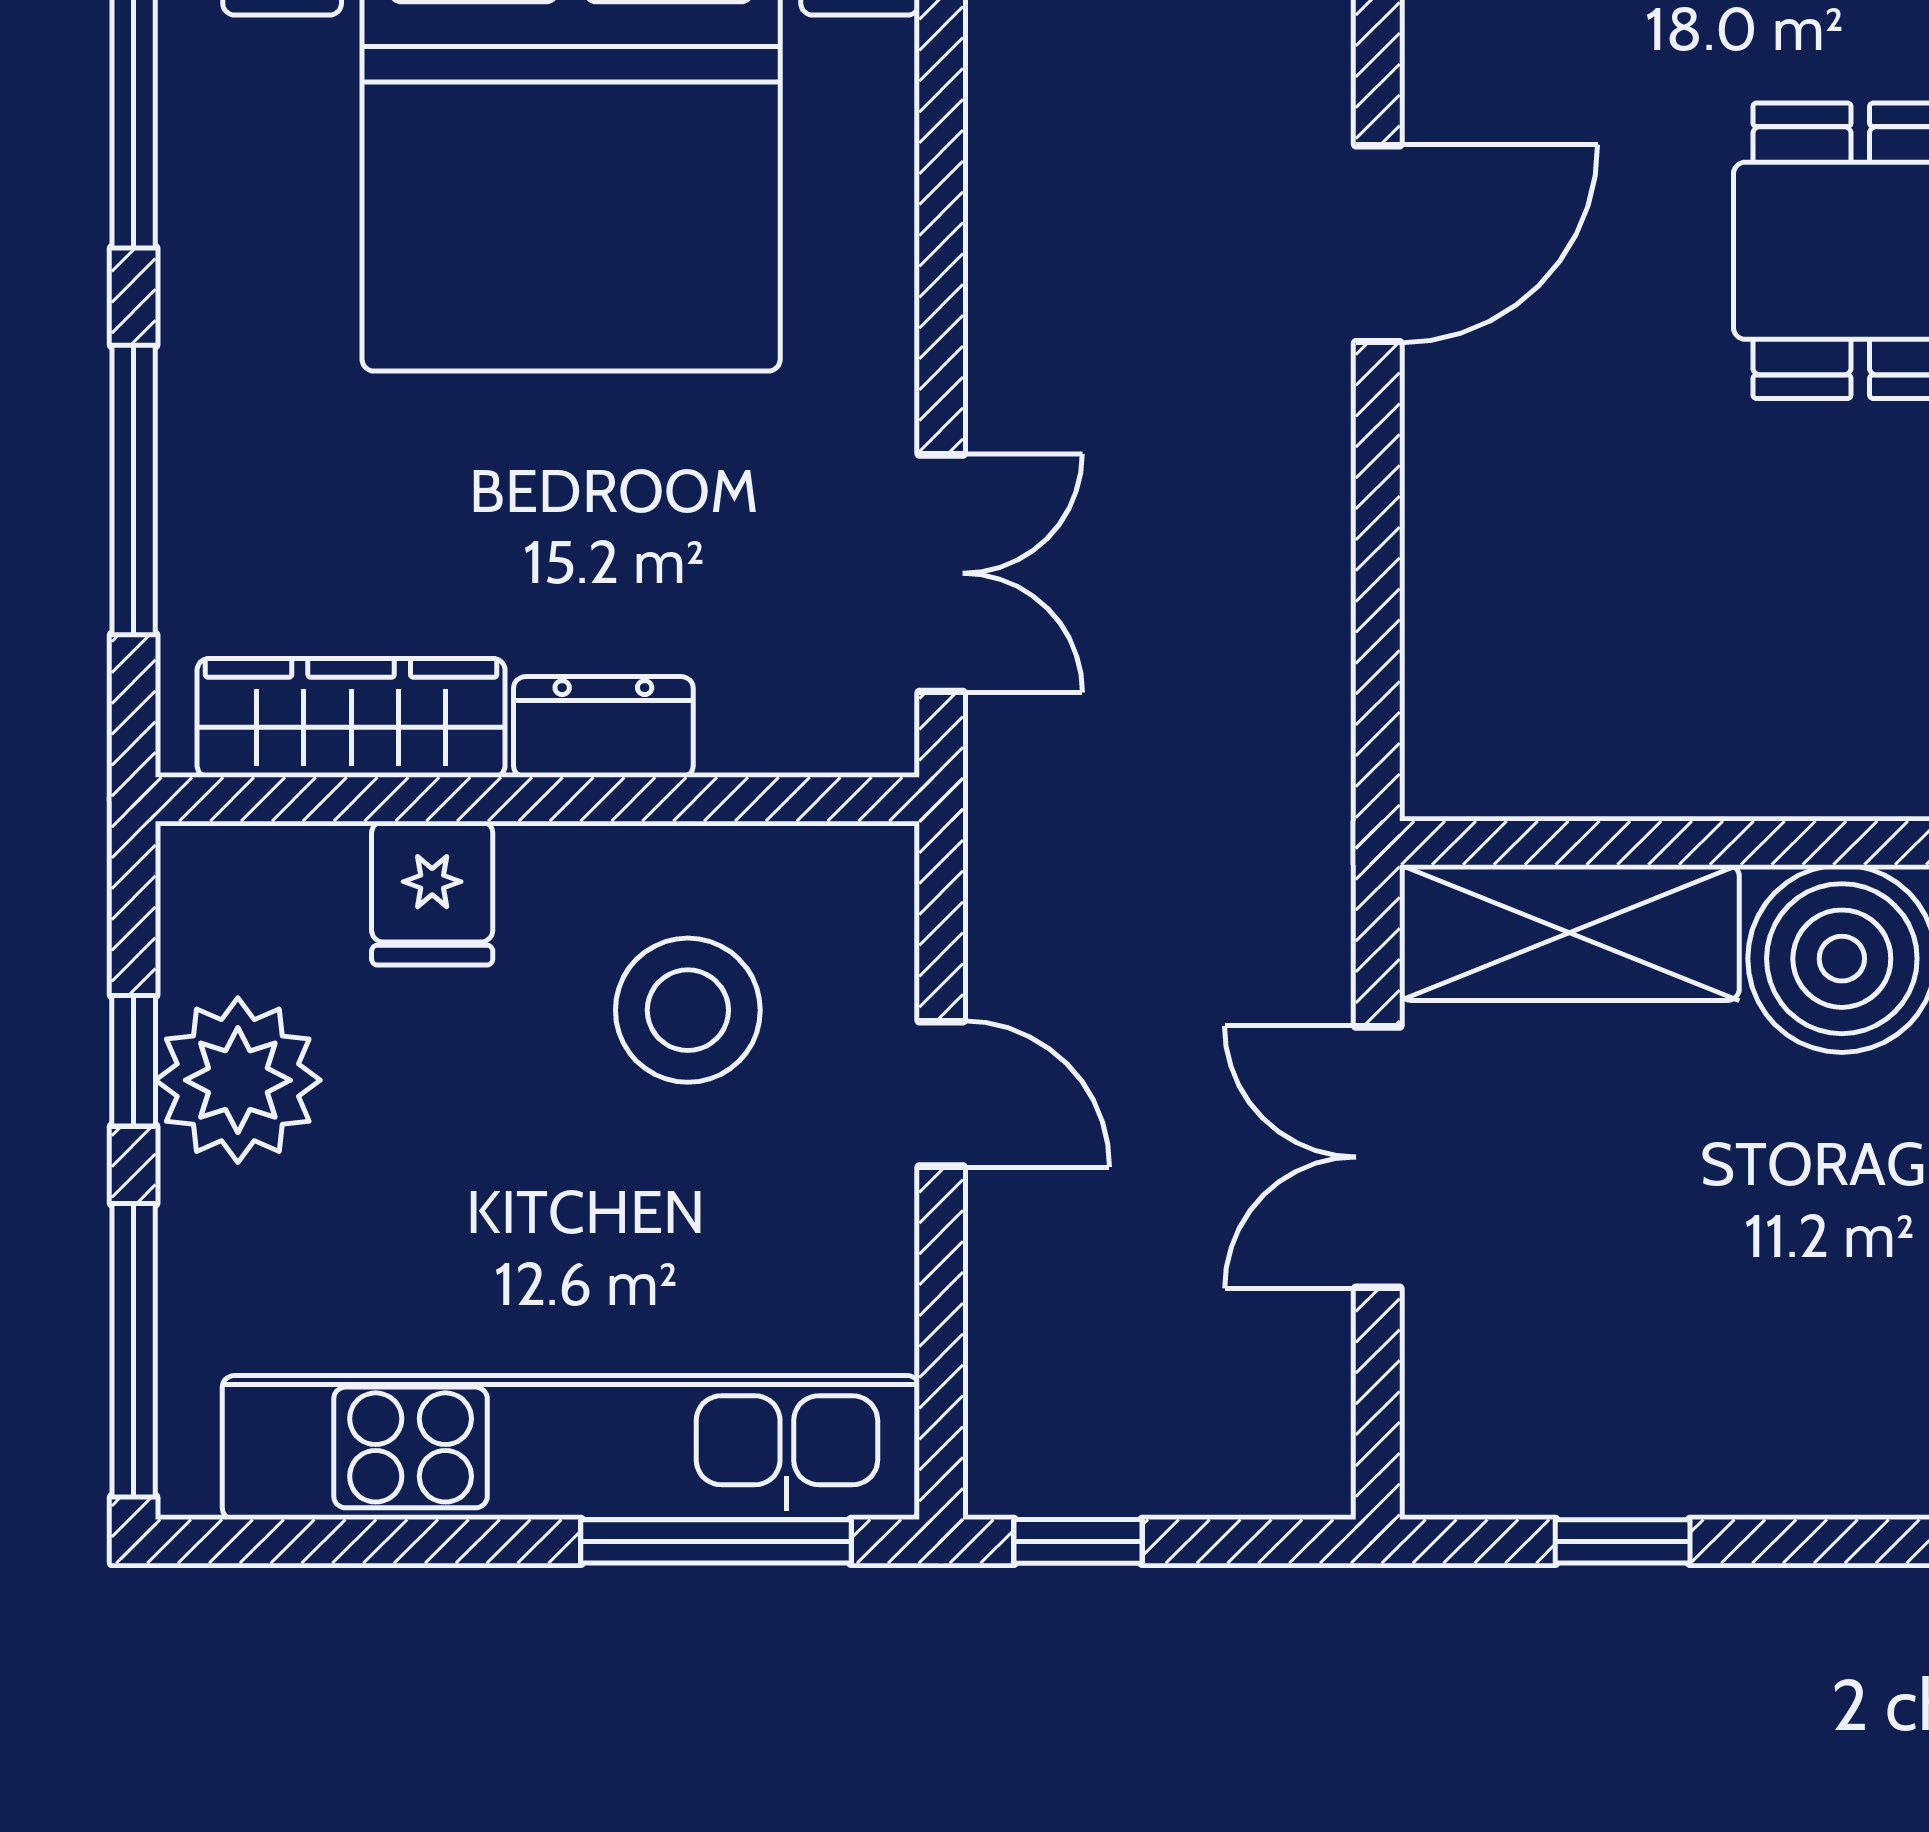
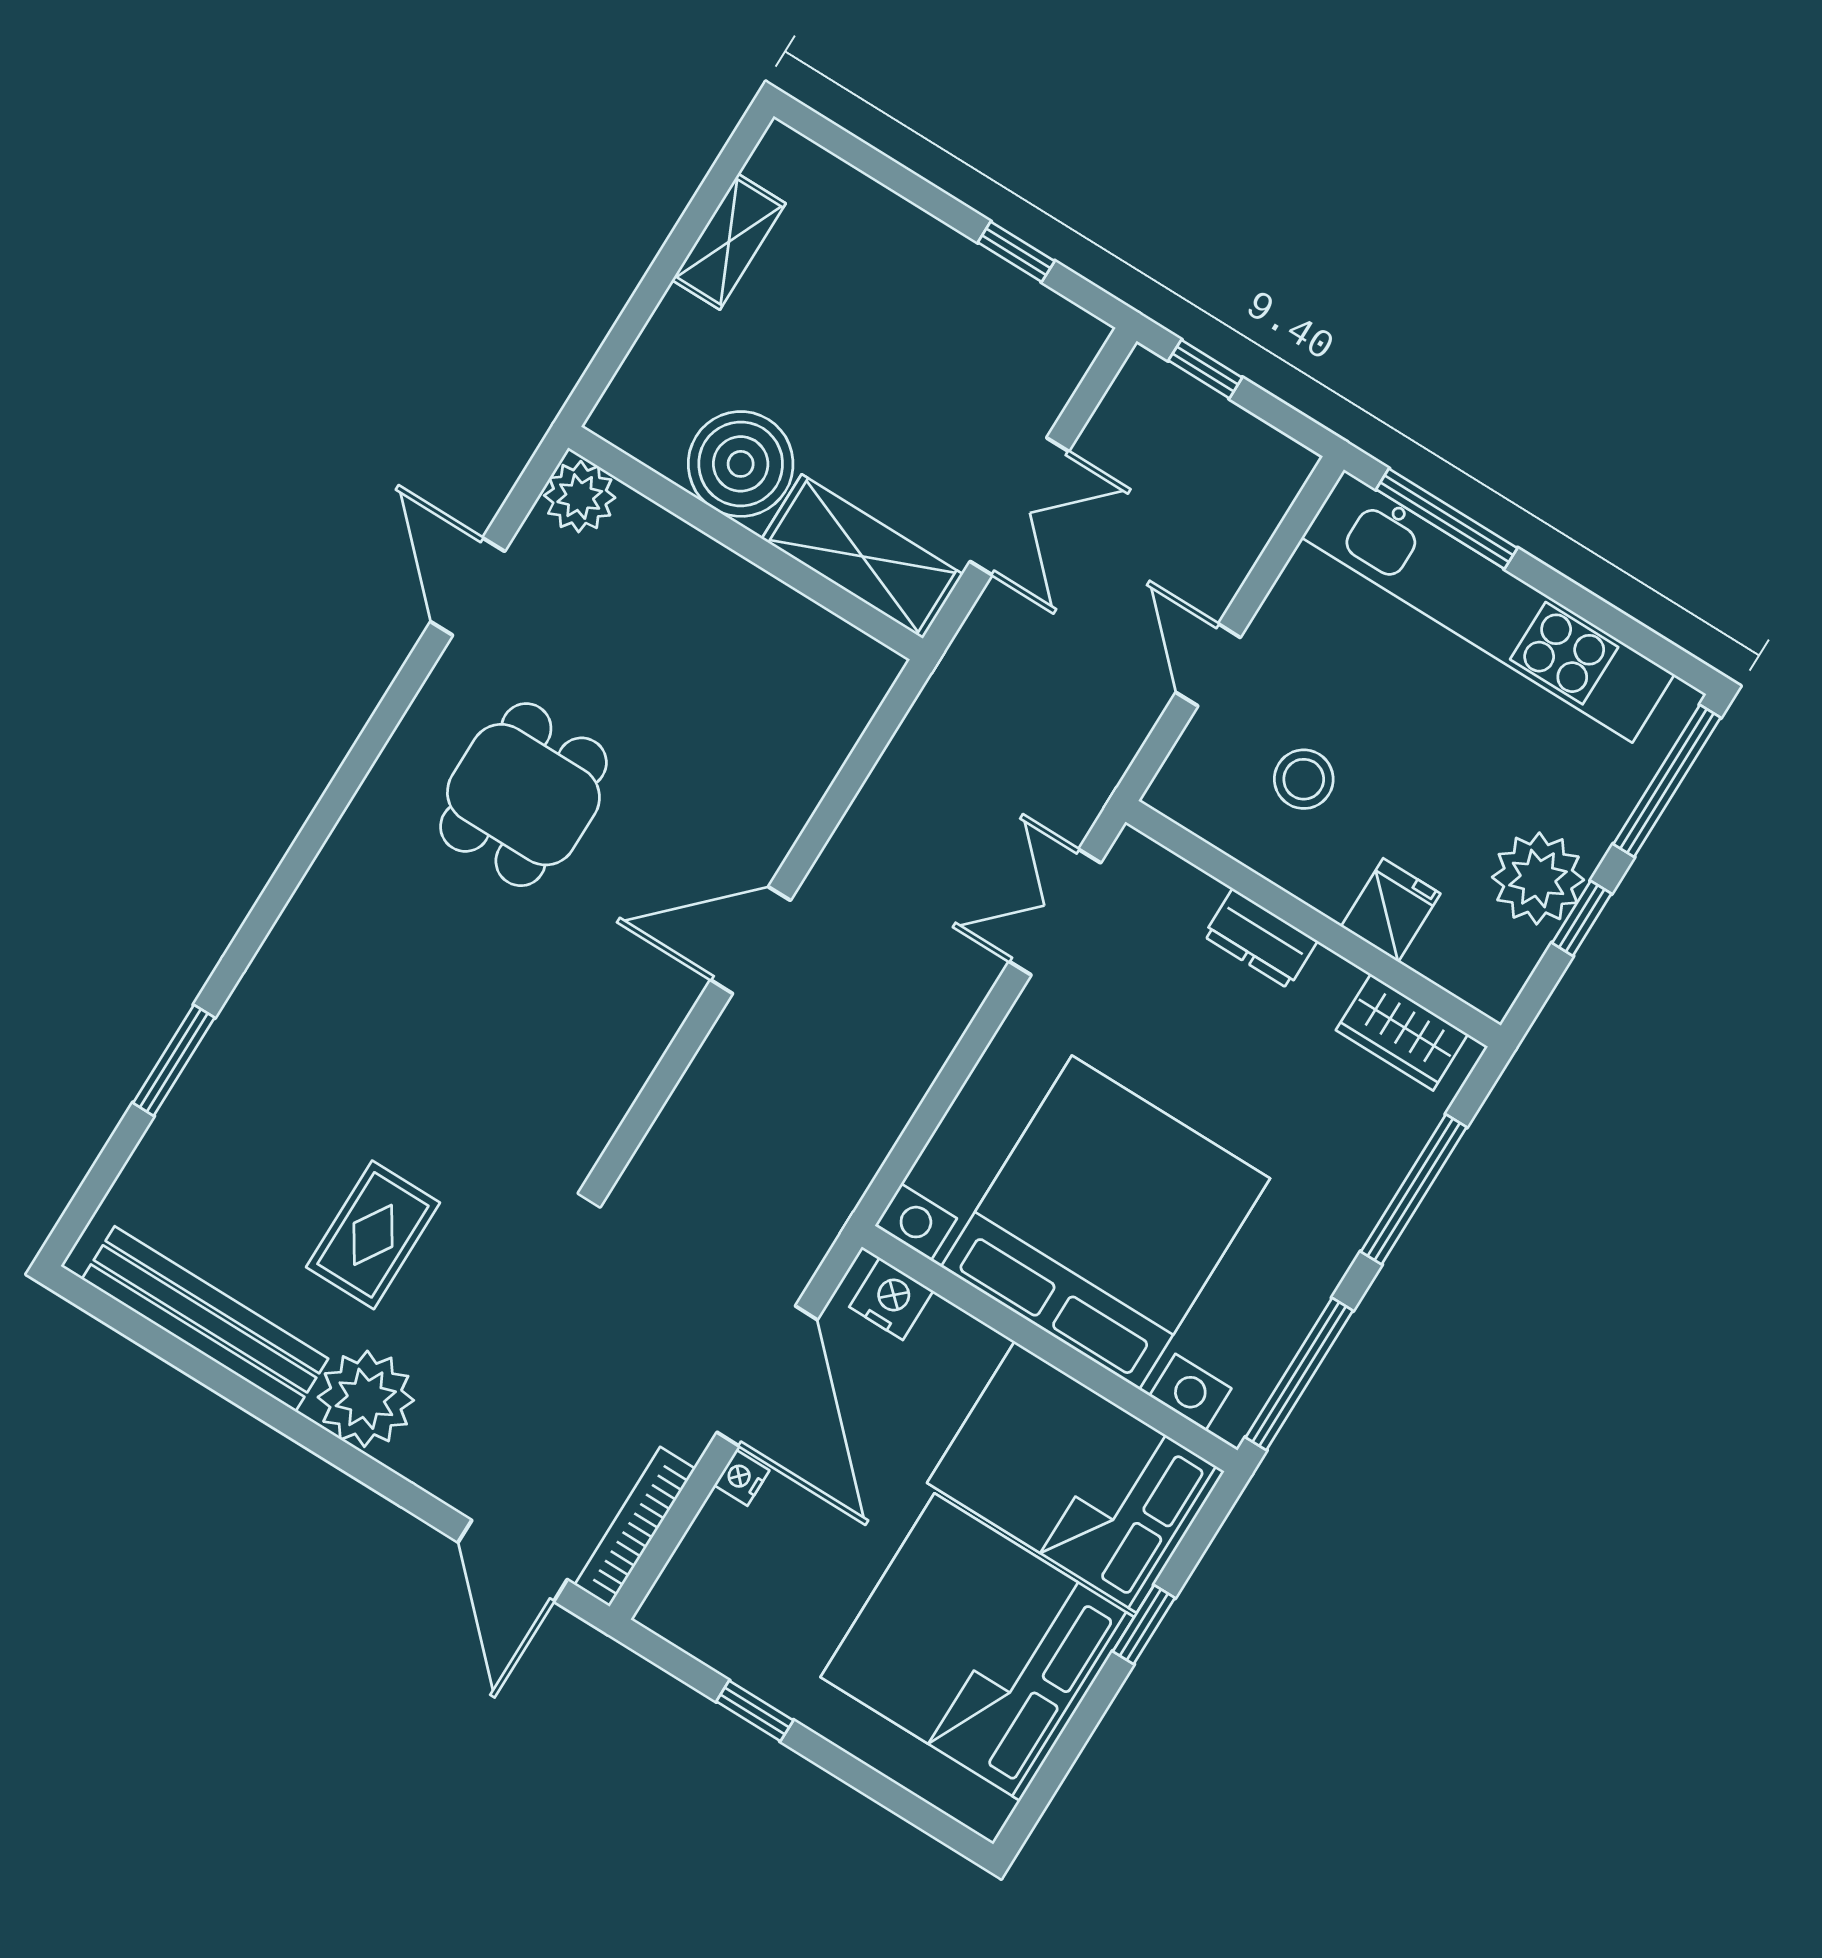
wardrobe: (351, 718) -> (1402, 1032), width x0.67
stool: (688, 1010) -> (1304, 779), width x0.73, depth x0.73
window: (1078, 1541) -> (1205, 369), moved

